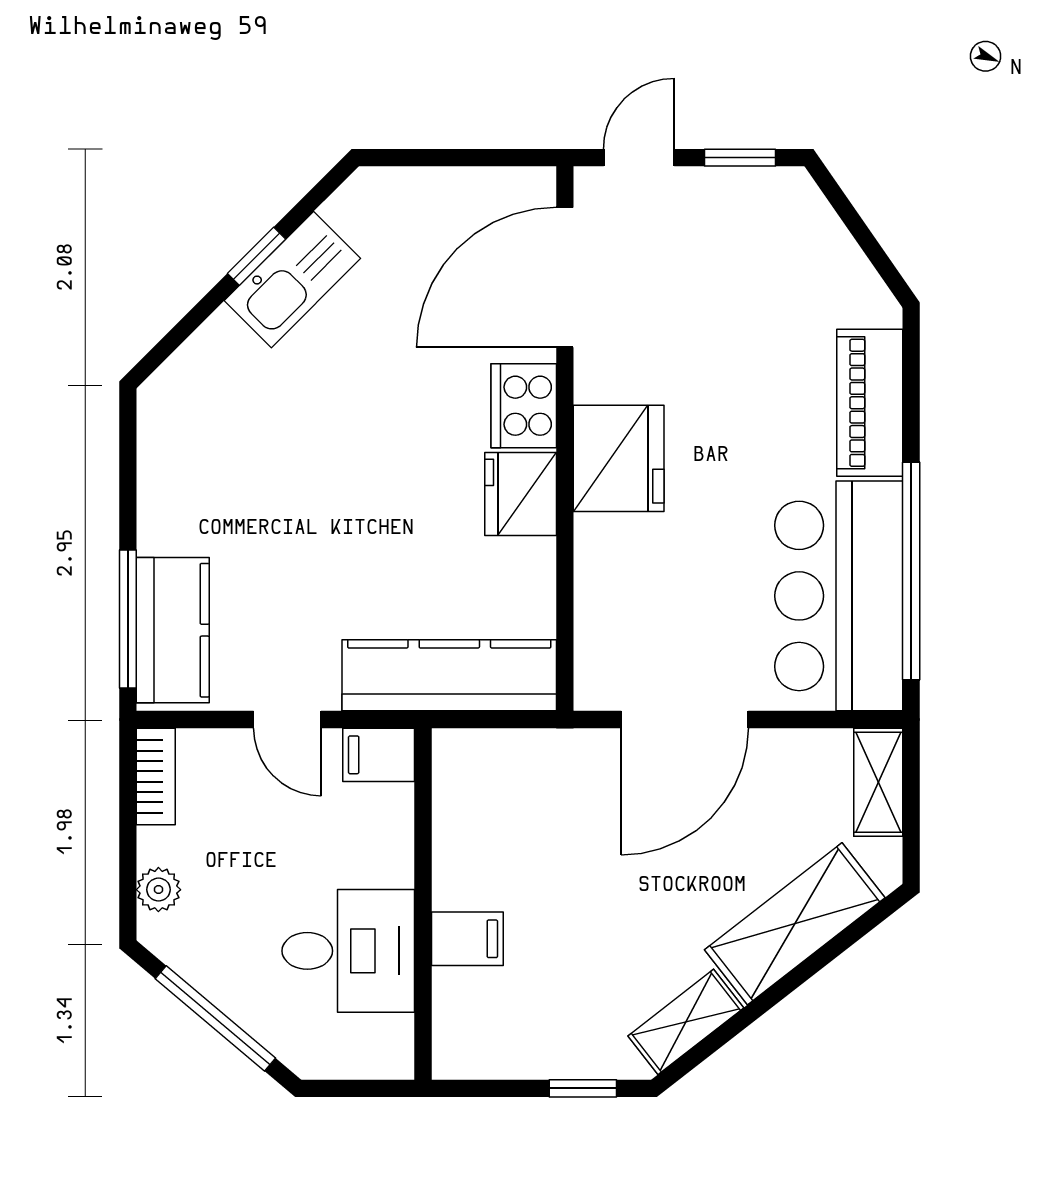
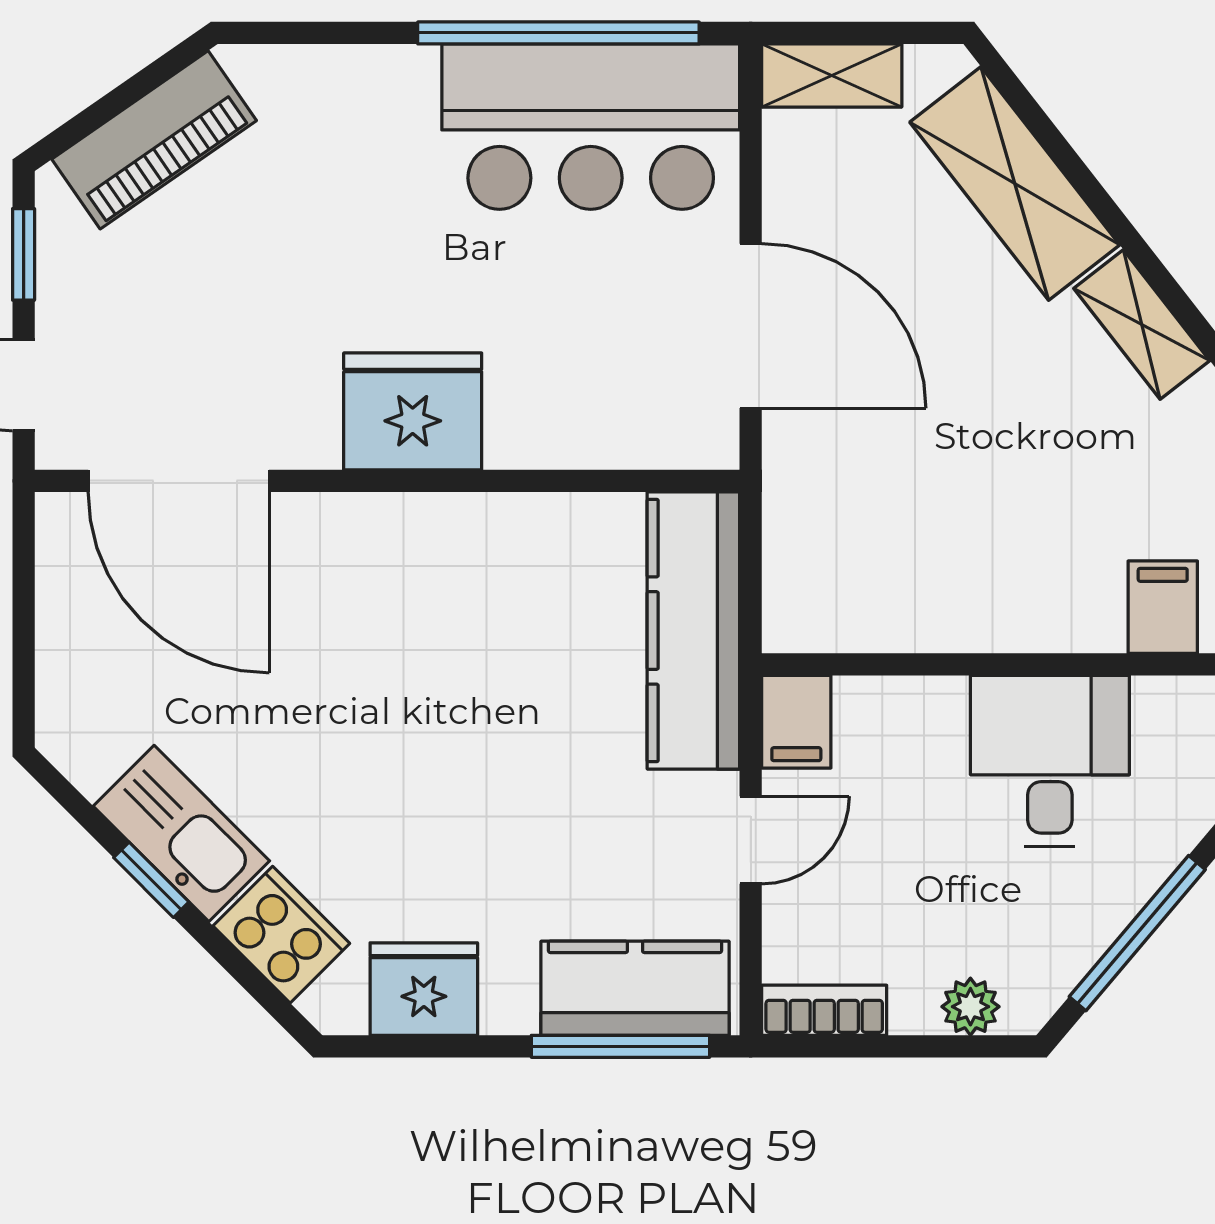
piano: (870, 403) -> (154, 140), moved, turned -35
cooker: (524, 406) -> (281, 935), moved, turned -135
fridge: (521, 494) -> (424, 989), moved, turned 180
filing cabinet: (467, 939) -> (1163, 607), moved

